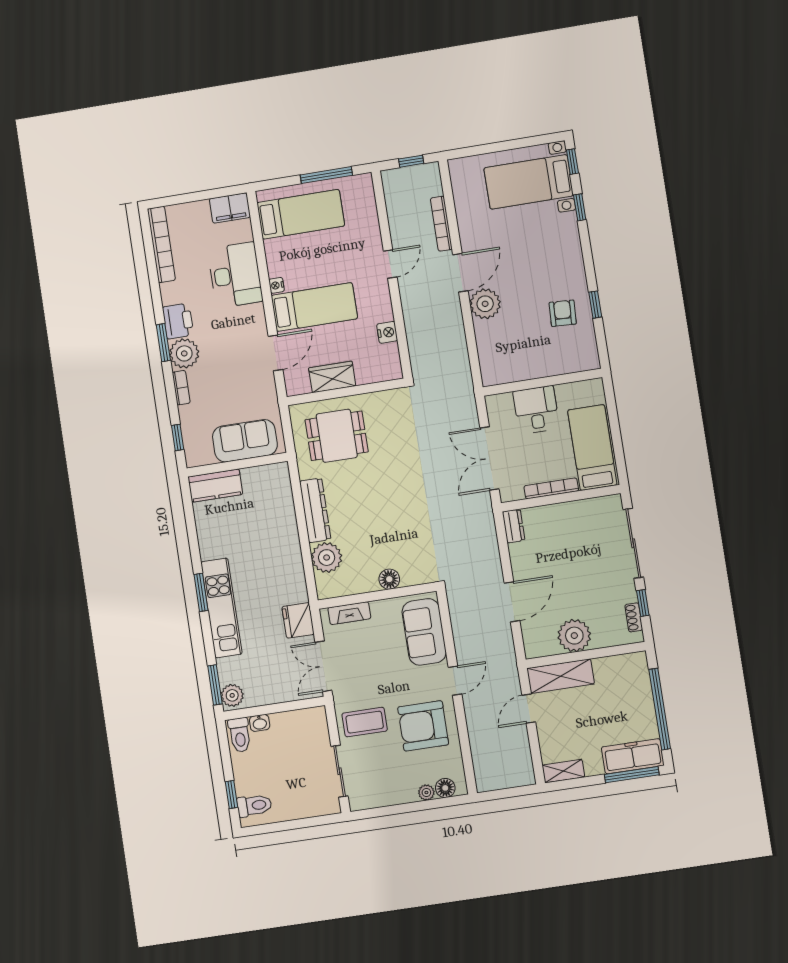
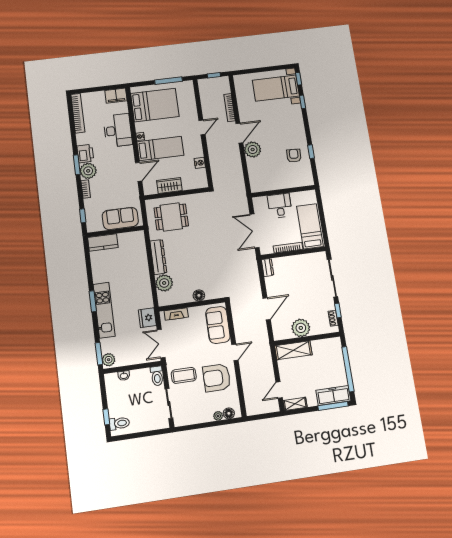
bed: (301, 214) -> (155, 105), width x1.50
door: (529, 709) -> (279, 390), moved
toilet: (240, 735) -> (157, 376), moved

